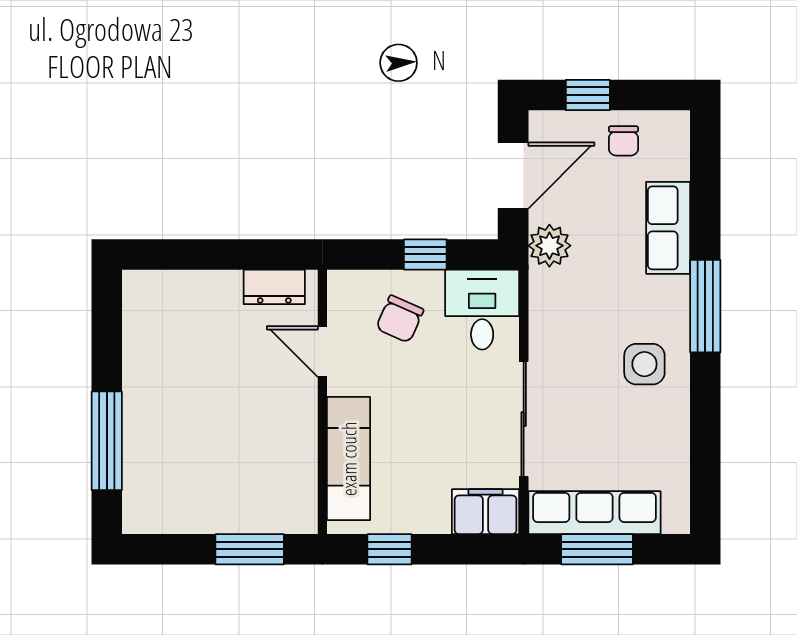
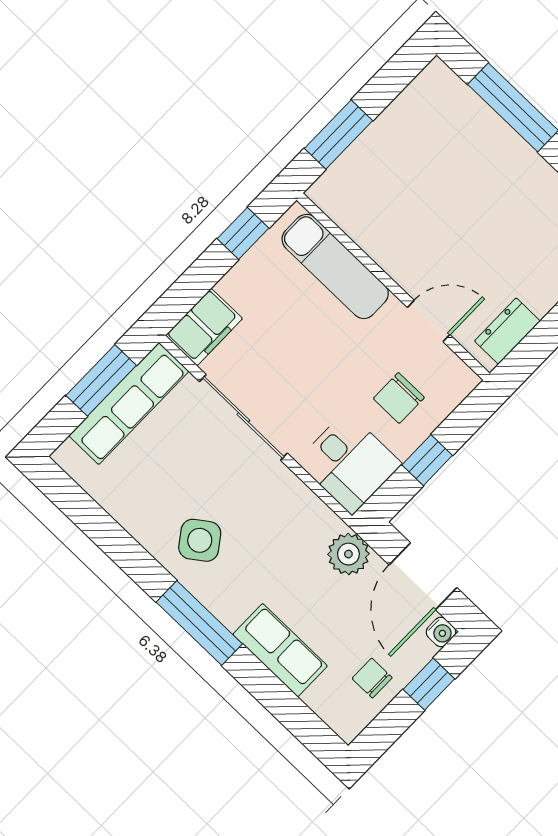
water cooler: (541, 123) -> (441, 632), added
chair: (400, 319) -> (399, 398), turned -114
side table: (644, 364) -> (200, 540), turned -36

